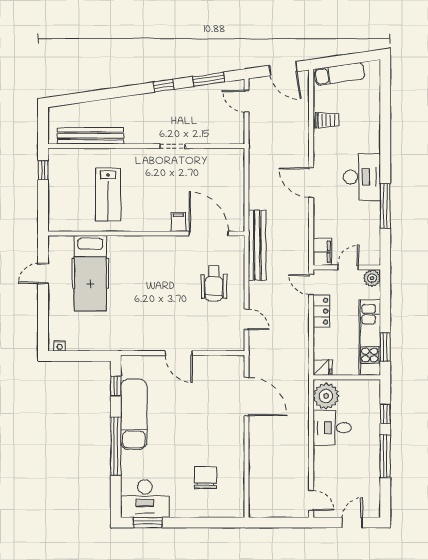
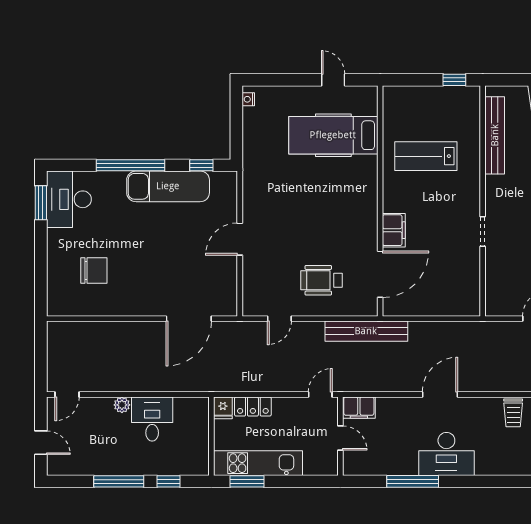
filing cabinet: (178, 222) -> (394, 230), width x2.00
plant: (372, 278) -> (328, 466), removed
locker: (321, 311) -> (253, 406), moved
plant: (326, 396) -> (122, 405), moved, width x0.53, depth x0.53

